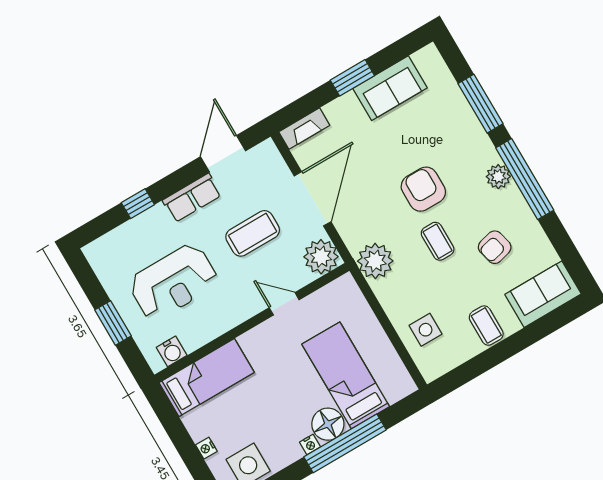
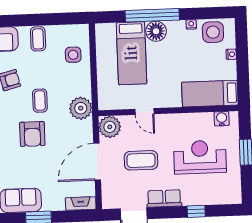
nightstand: (310, 445) -> (191, 24), moved

